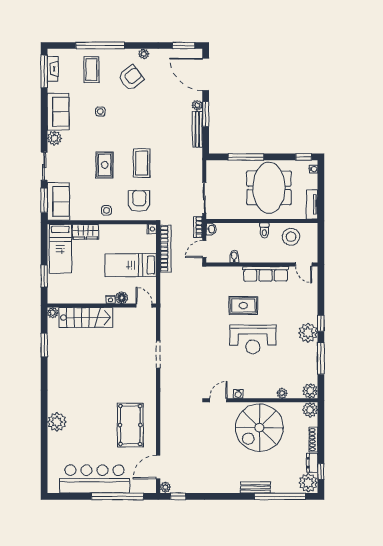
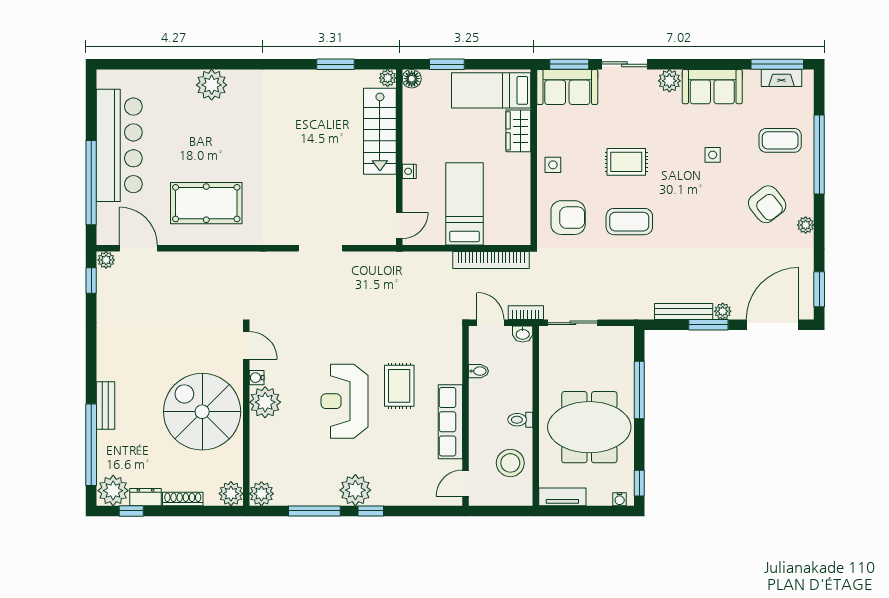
nightstand: (152, 229) -> (523, 238), removed
floor lamp: (122, 298) -> (412, 79), moved
plant: (282, 393) -> (265, 402), moved, width x1.88, depth x1.88

